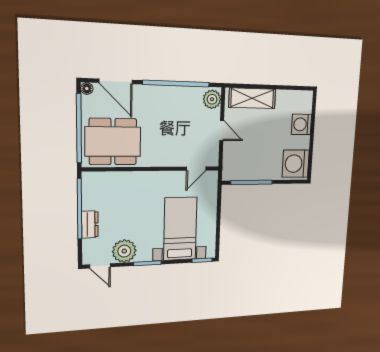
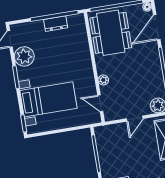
plant: (170, 161) -> (103, 80), added
dresser: (90, 224) -> (56, 24), moved

